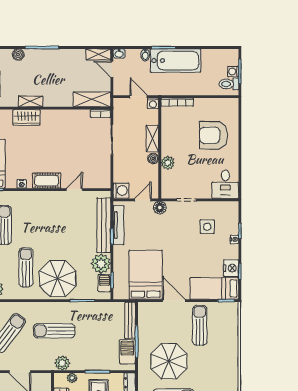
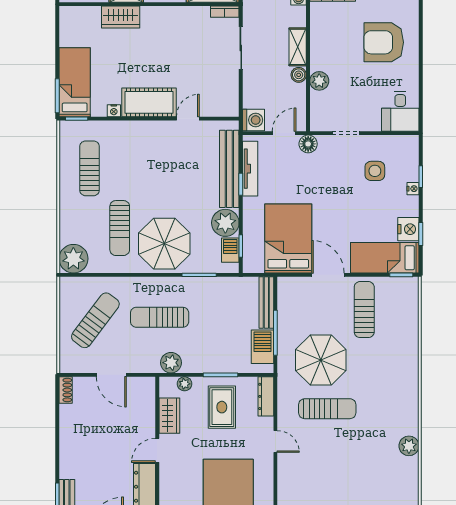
cot: (47, 181) -> (149, 102), width x1.37, depth x1.34
sun lounger: (26, 267) -> (120, 228), turned 180

